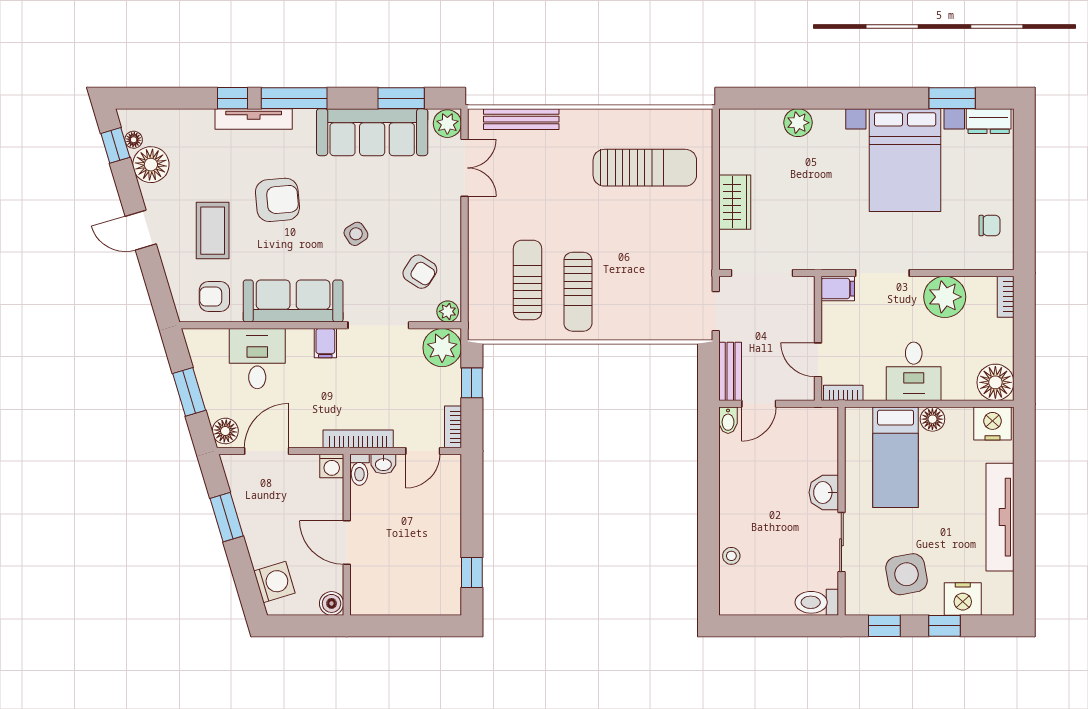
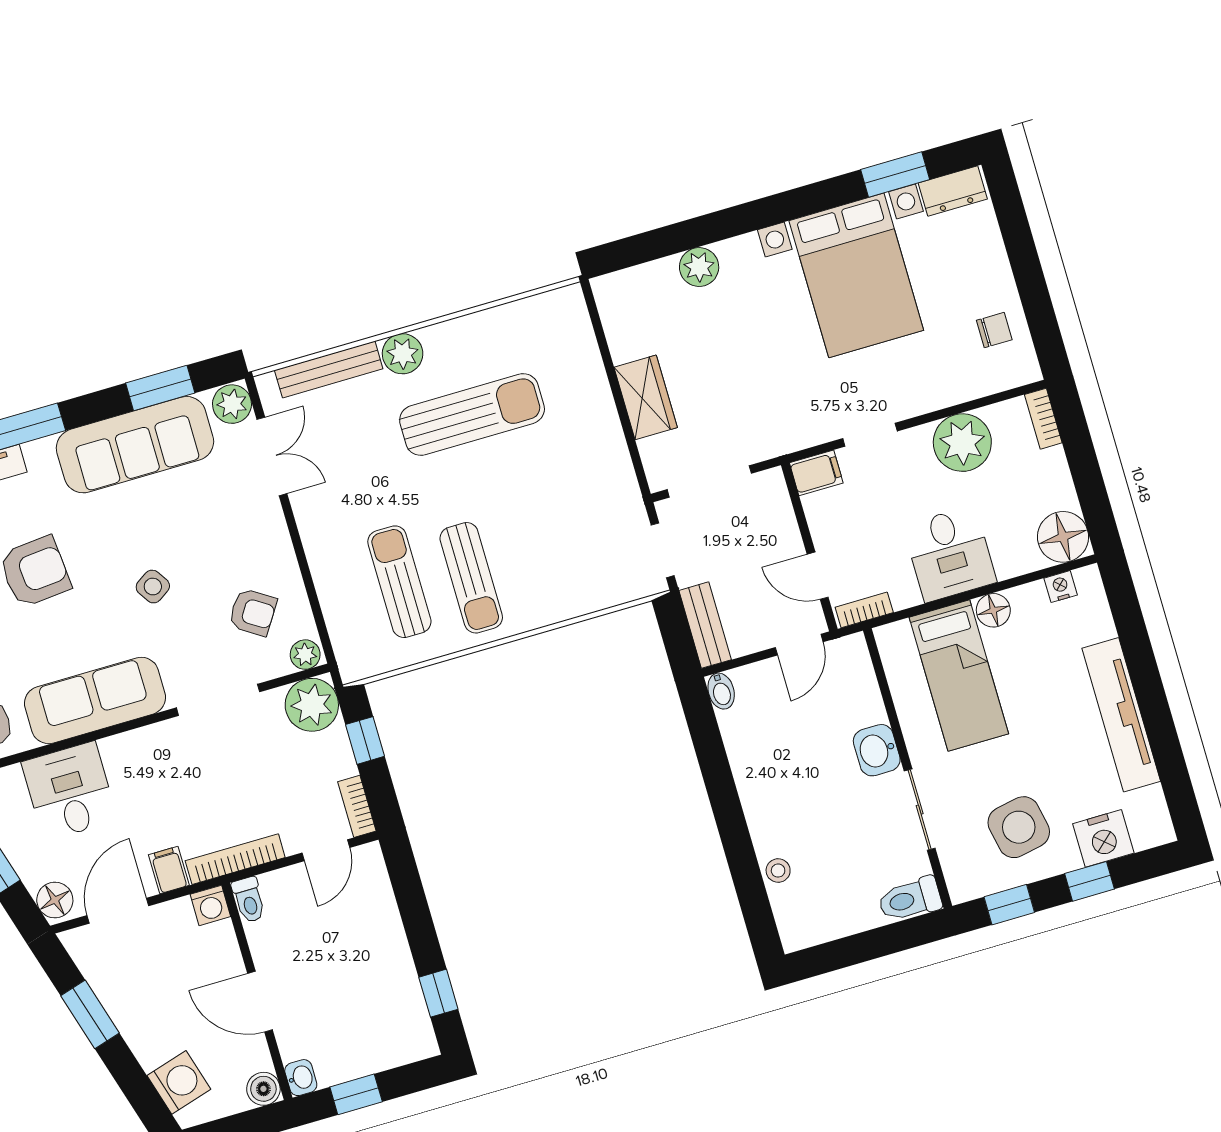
plant: (575, 123) -> (403, 354), added
sun lounger: (645, 168) -> (472, 415), moved
doorway: (882, 273) -> (870, 435), width x0.73
filing cabinet: (325, 343) -> (169, 870), moved, turned 180
door: (759, 404) -> (799, 645), moved
nightstand: (993, 424) -> (1061, 587), width x0.53, depth x0.56
washbasin: (383, 464) -> (301, 1078), moved, turned -90
window: (394, 626) -> (356, 1094), added

